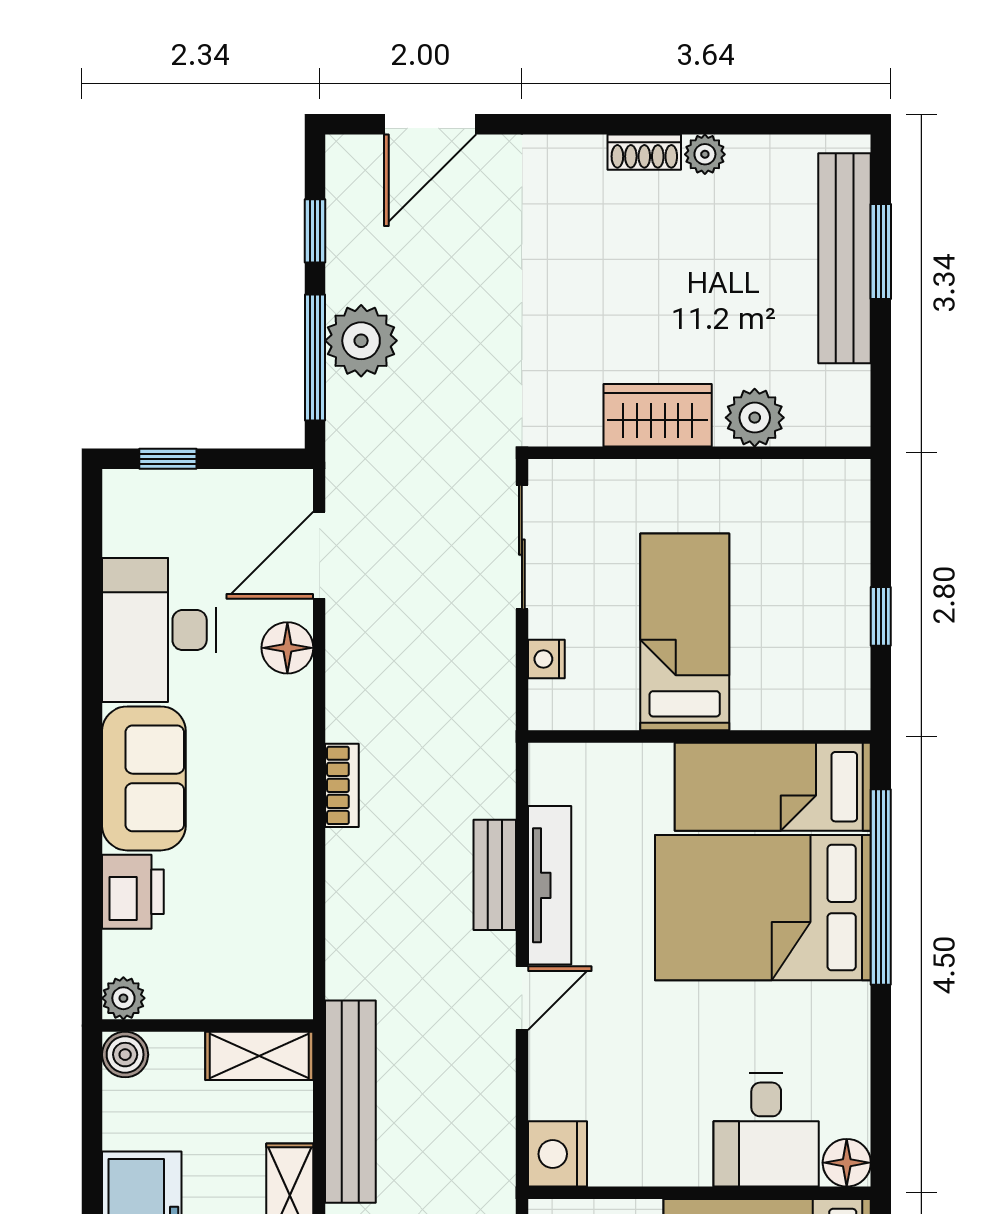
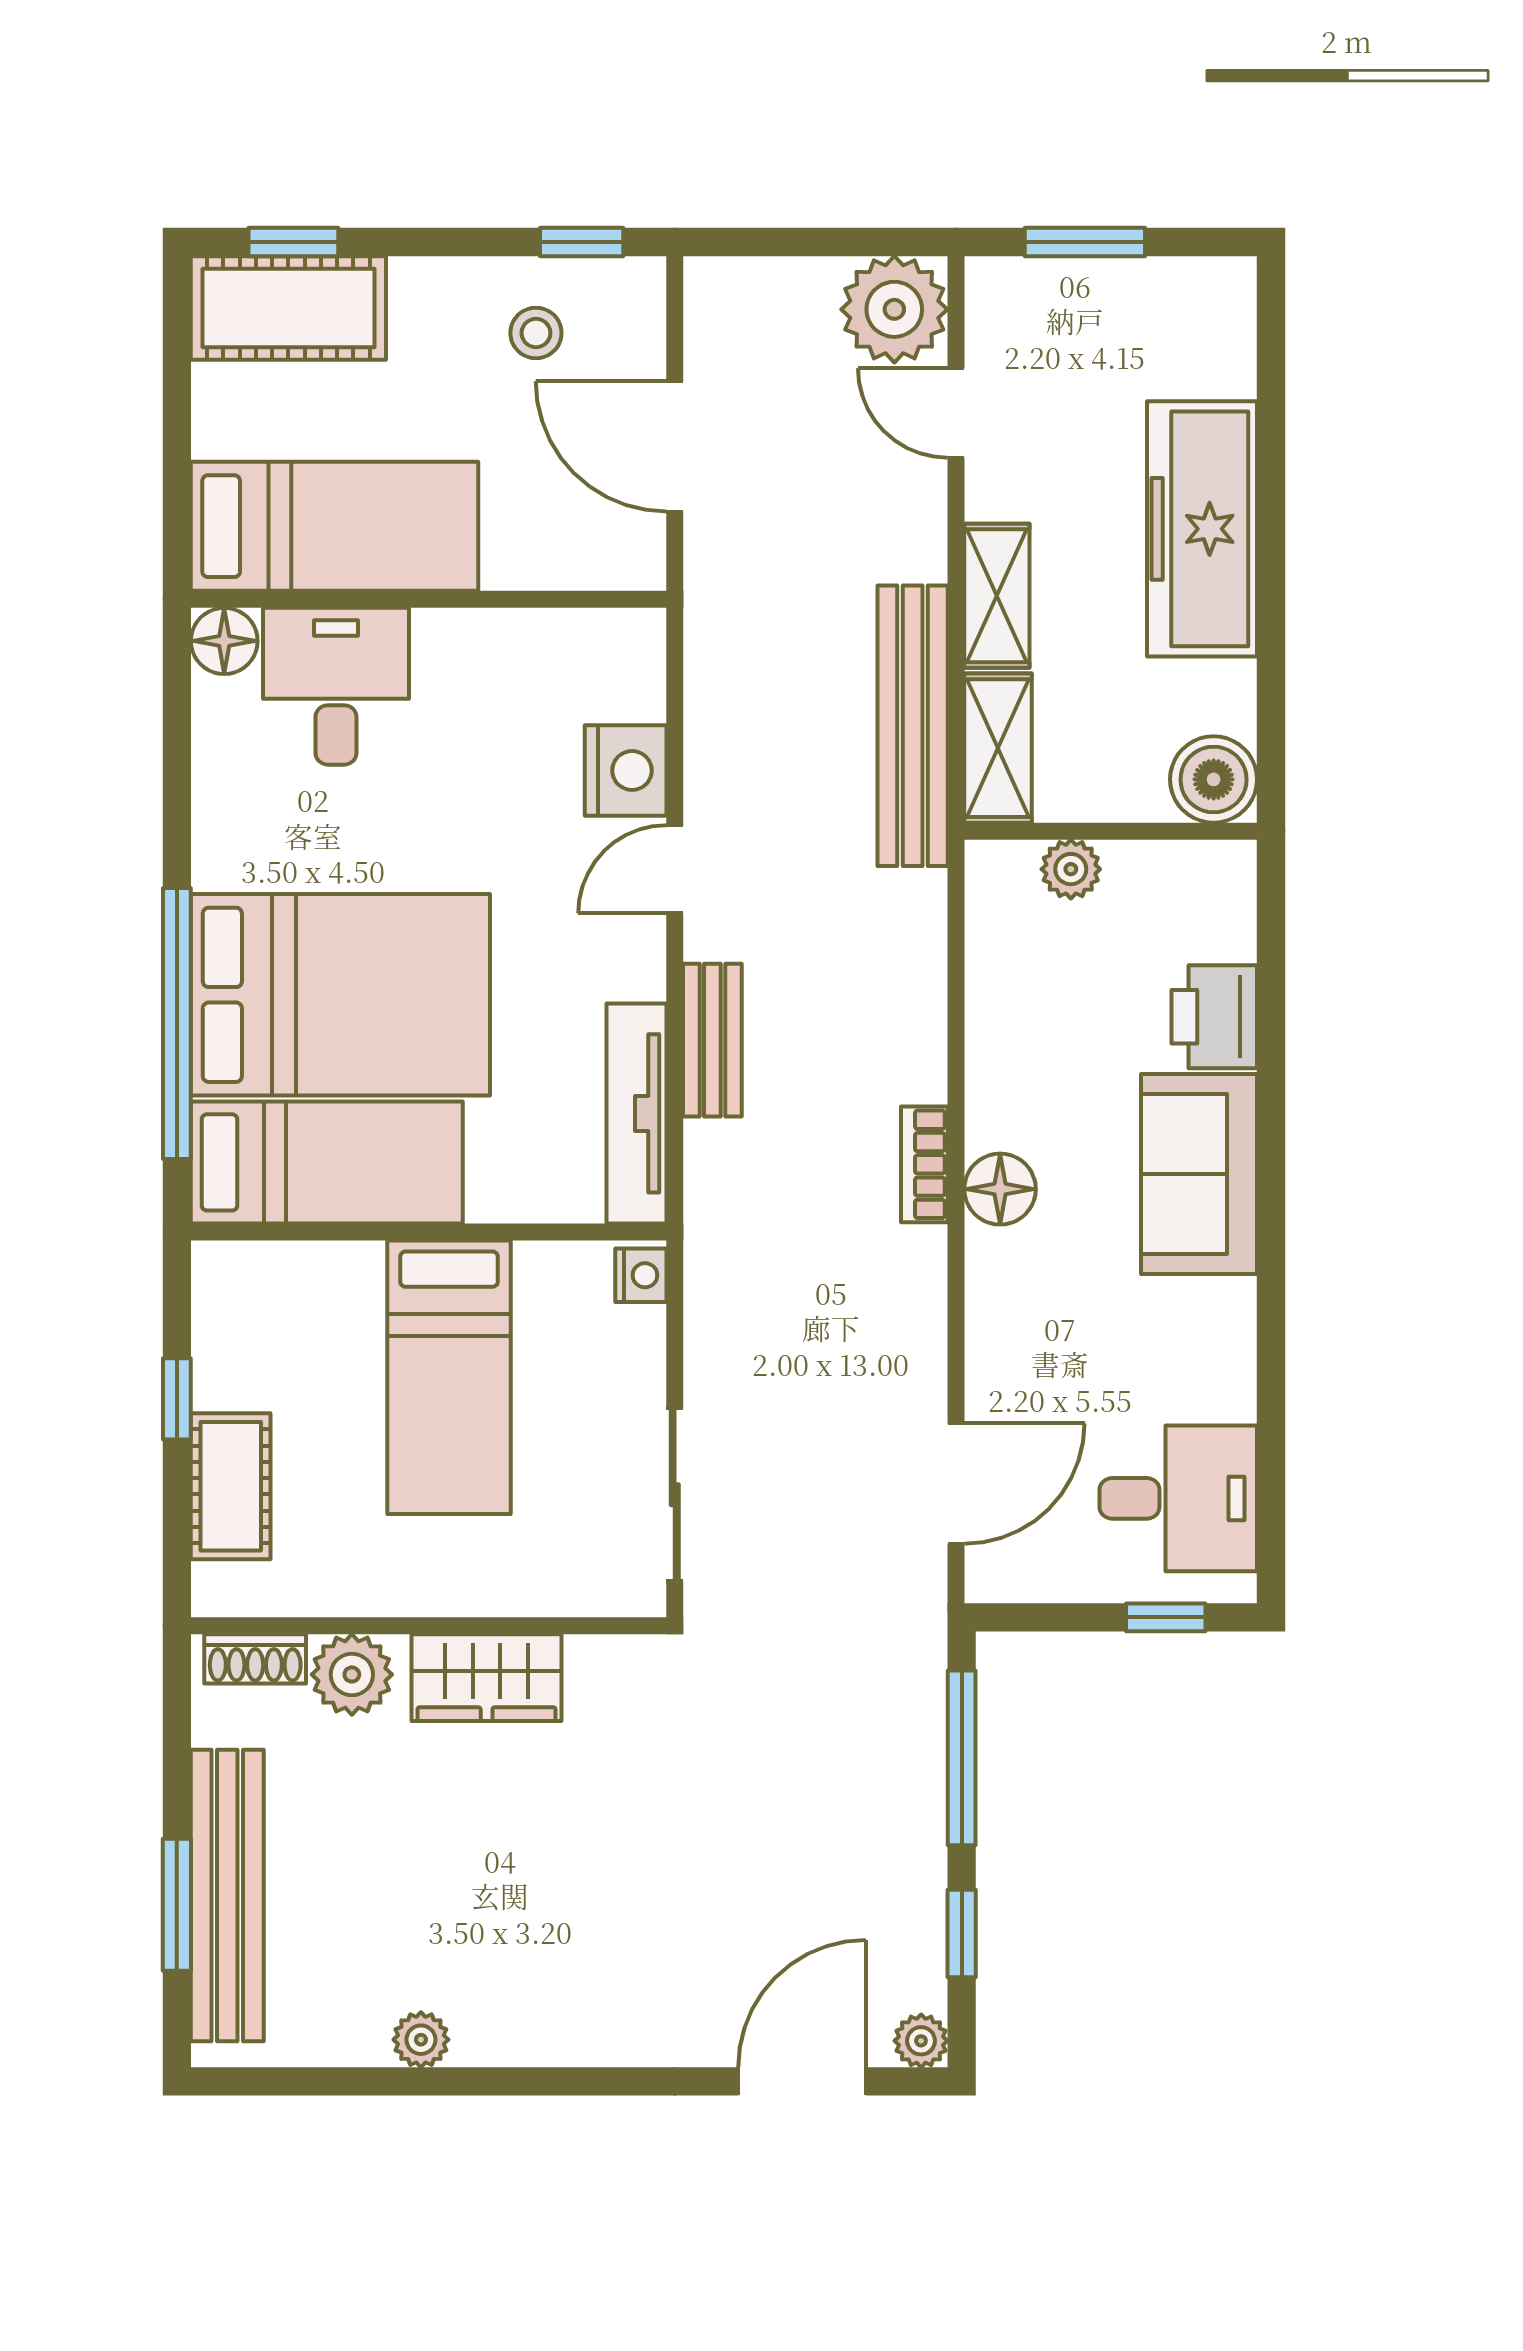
shoe rack: (644, 152) -> (255, 1659), moved, turned 180
plant: (361, 341) -> (921, 2041), moved, width x0.53, depth x0.53
cot: (842, 553) -> (231, 1486), added
desk: (159, 630) -> (1178, 1498), moved, width x0.73
floor lamp: (287, 648) -> (1000, 1189), moved
nightstand: (546, 659) -> (641, 1275), moved
tv unit: (550, 885) -> (636, 1113), moved
plant: (123, 998) -> (1071, 869), moved
boiler: (125, 1055) -> (1214, 779), width x1.36, depth x1.36
shelving: (259, 1056) -> (998, 748), moved, turned 90
nightstand: (557, 1154) -> (626, 771), moved

